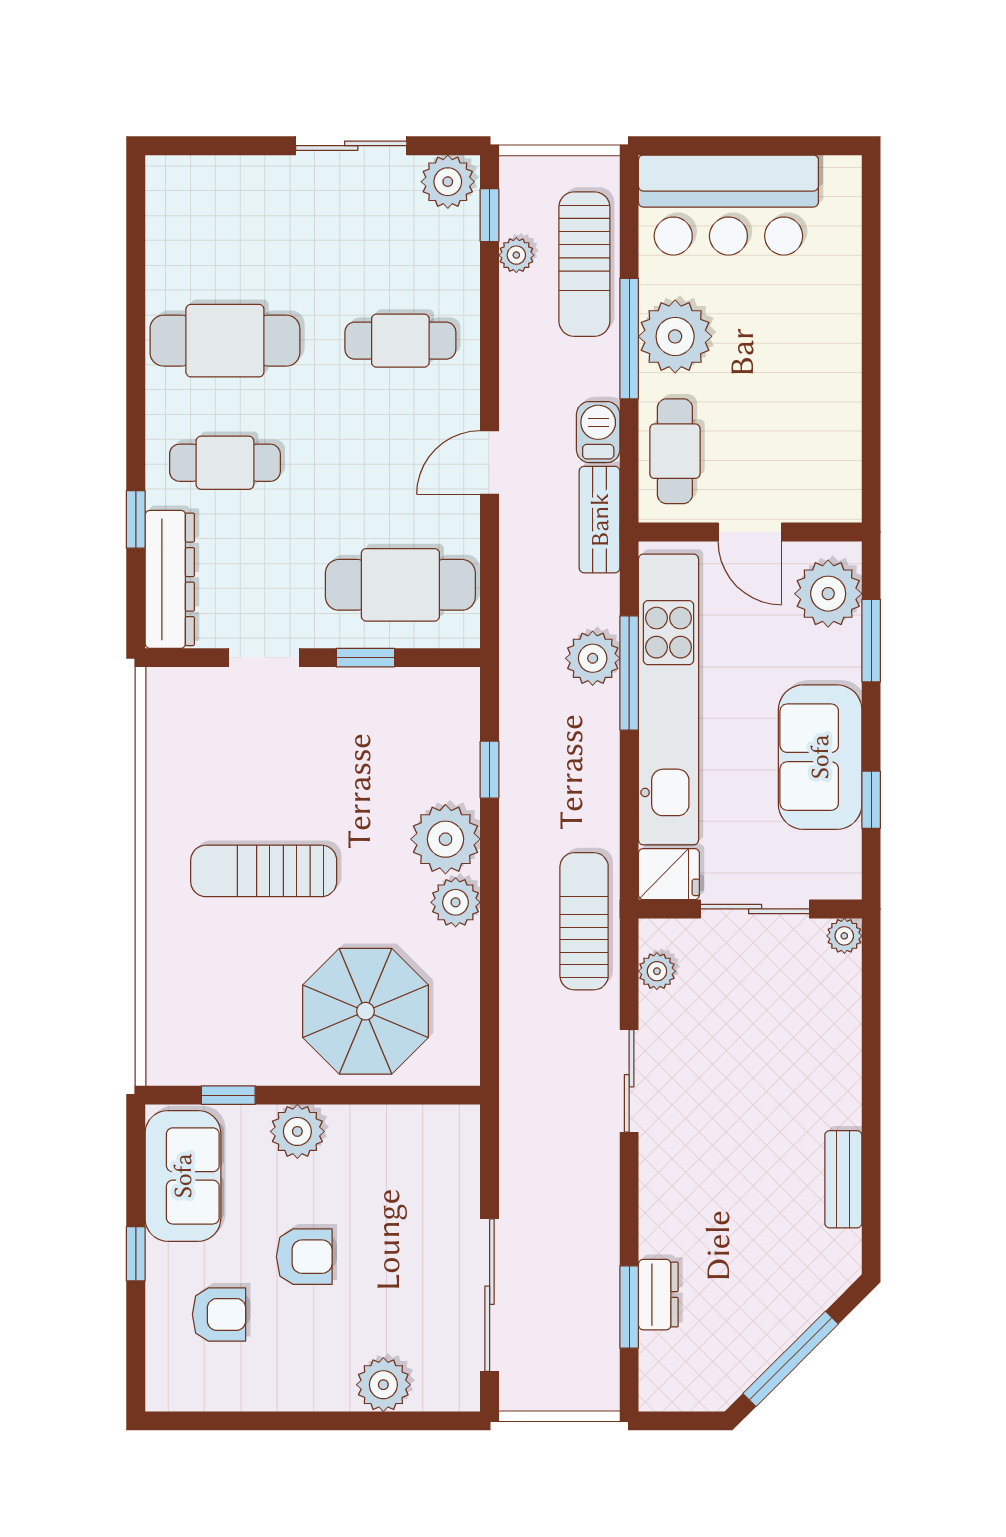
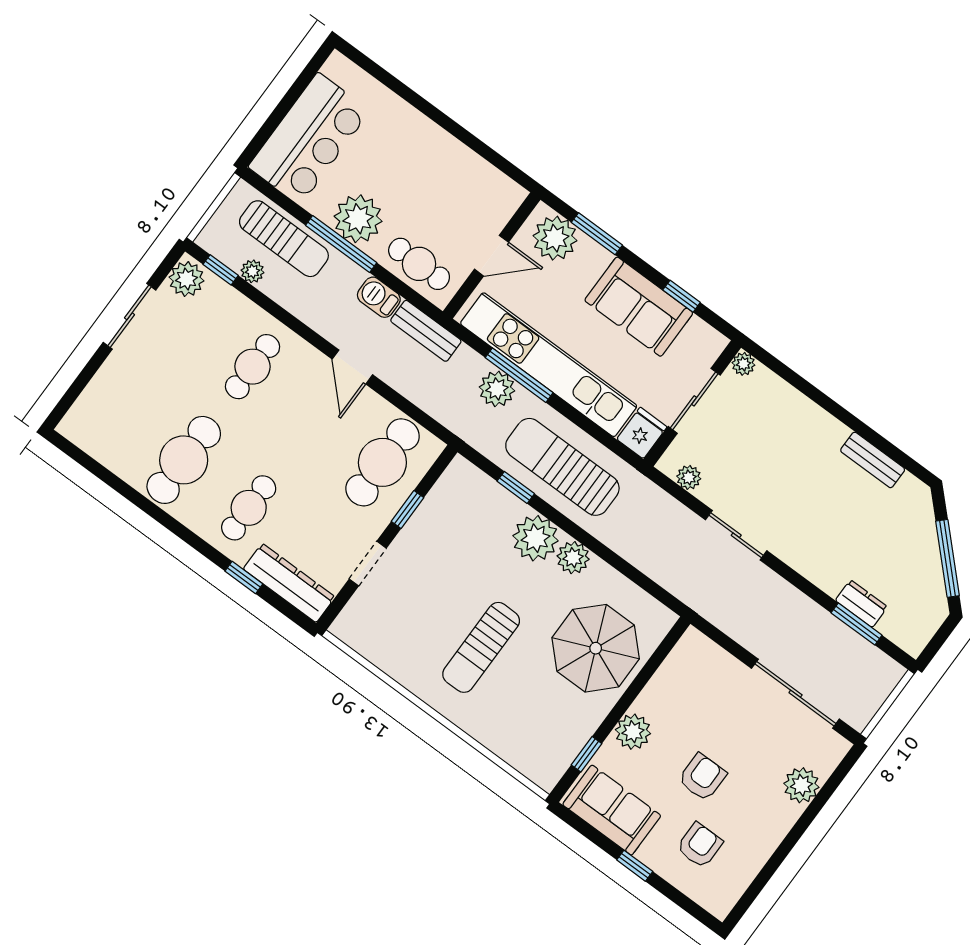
sun lounger: (584, 921) -> (562, 467), moved, width x1.36, depth x1.34

